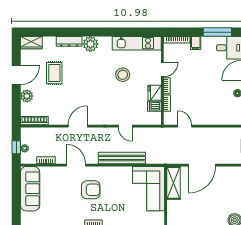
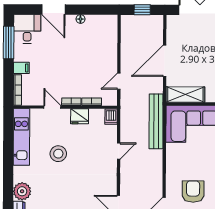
dishwasher: (154, 106) -> (111, 117), moved
bench: (122, 158) -> (156, 121), moved
door: (202, 165) -> (165, 61), swing flipped

